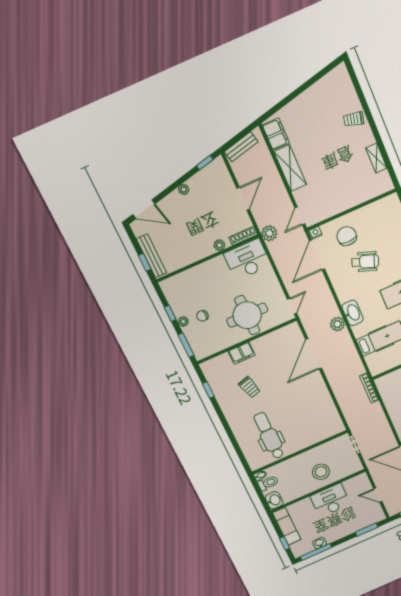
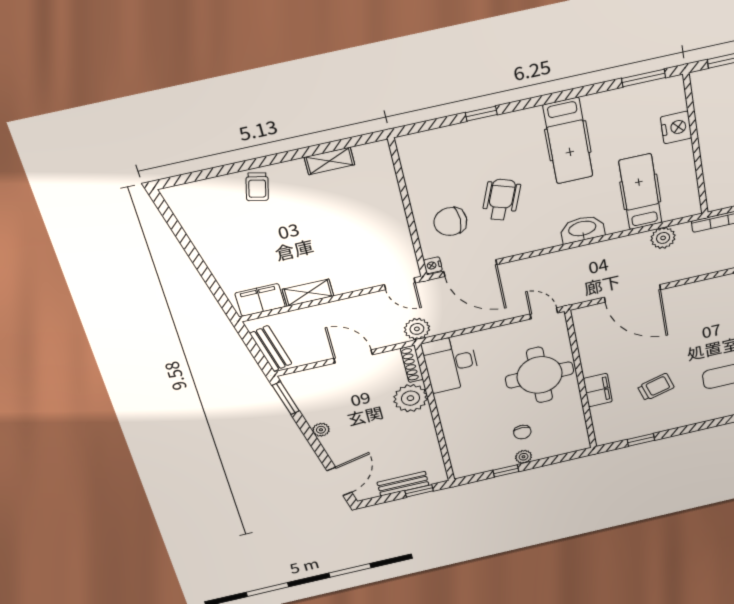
window: (205, 163) -> (286, 398), width x1.50
shelving: (290, 168) -> (308, 293), width x0.67, depth x0.75
plant: (219, 245) -> (410, 398), width x1.88, depth x1.88
bench: (151, 256) -> (403, 484), width x0.73
plant: (337, 324) -> (663, 238), moved
window: (186, 345) -> (561, 458), removed

